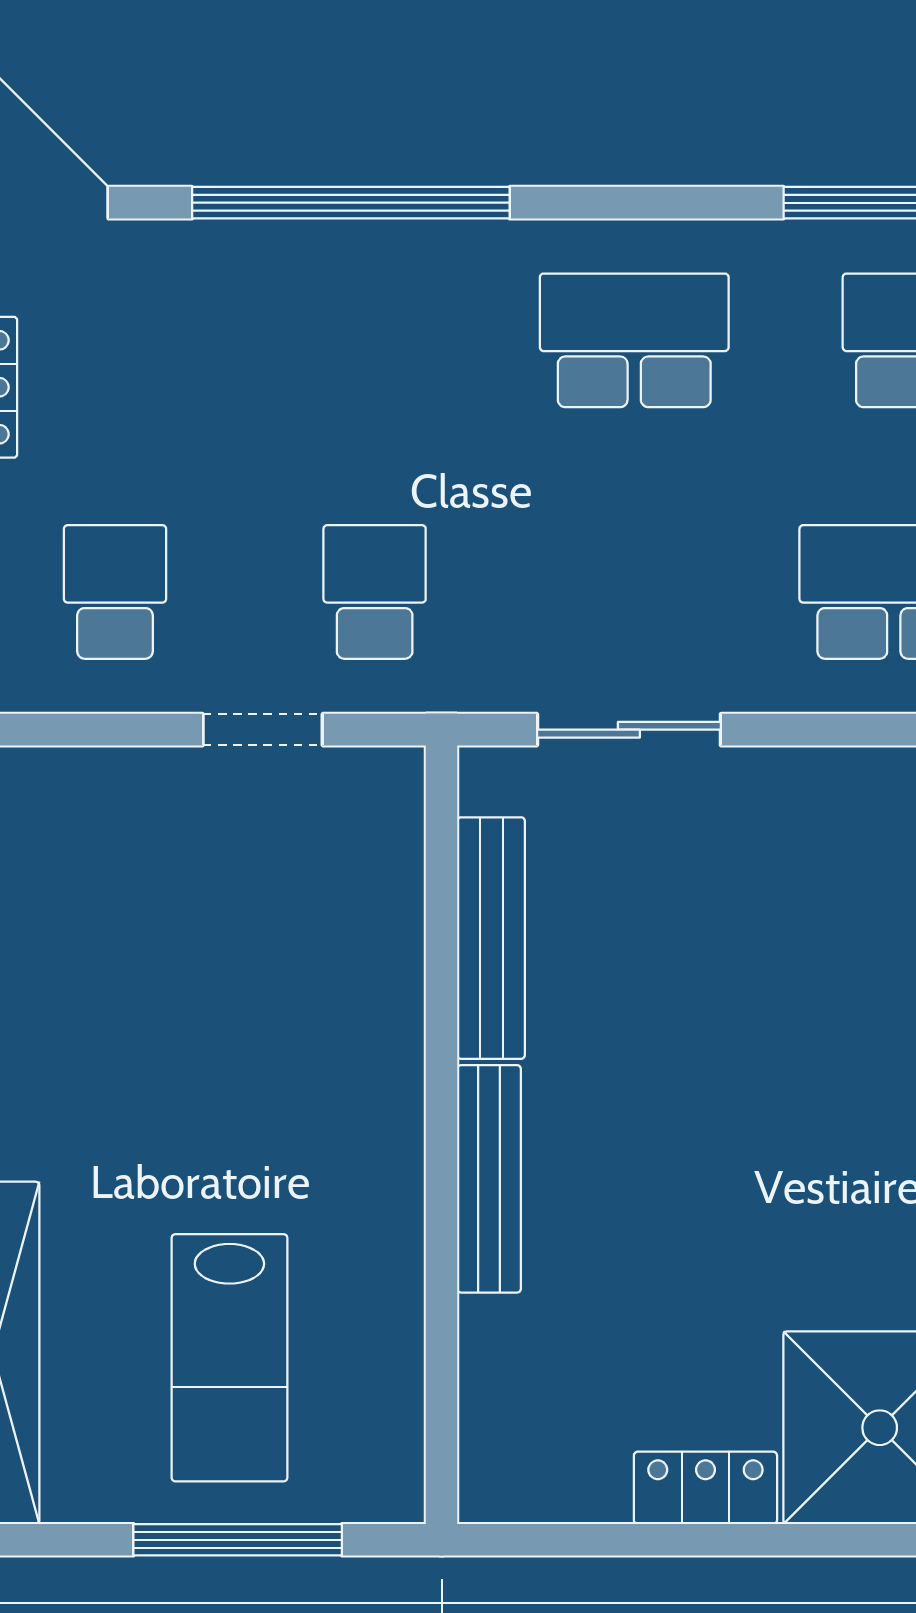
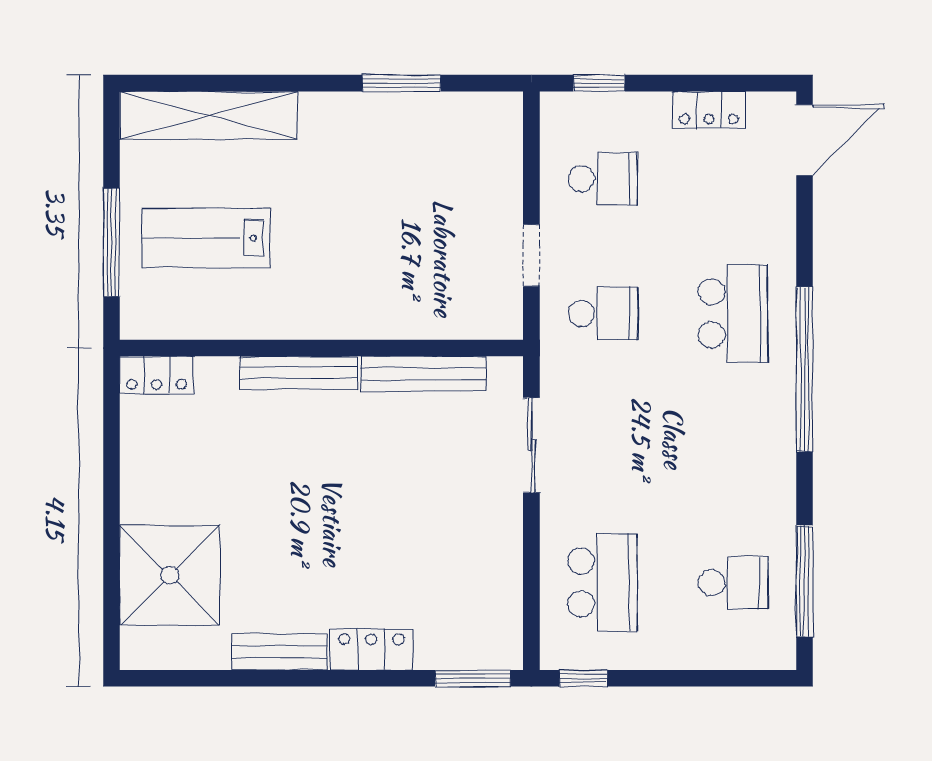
window: (351, 203) -> (804, 369), moved
school desk: (634, 340) -> (733, 313), moved
locker: (705, 1488) -> (157, 375), moved, turned 90

